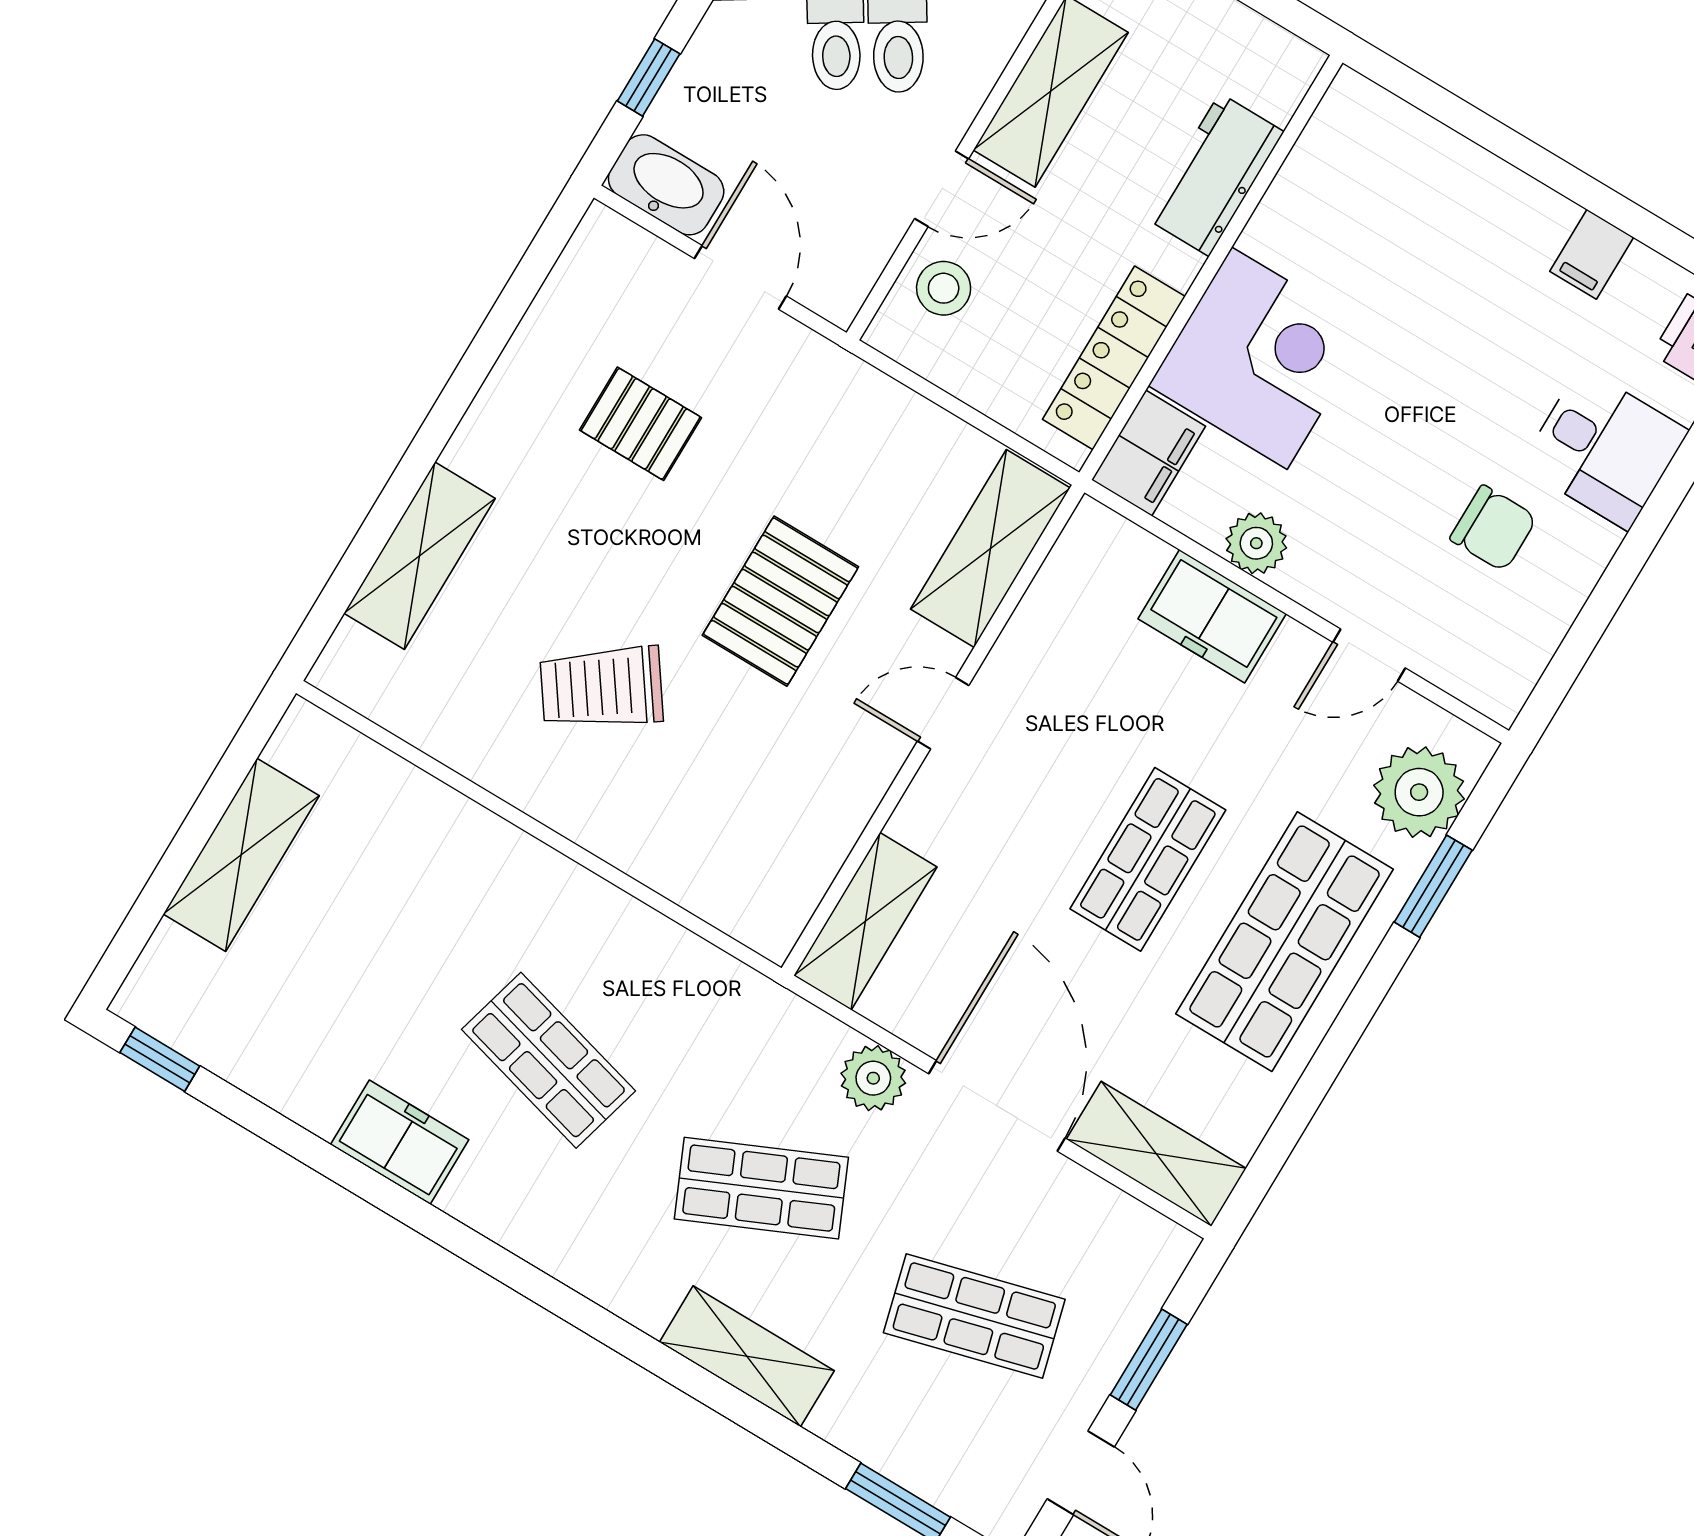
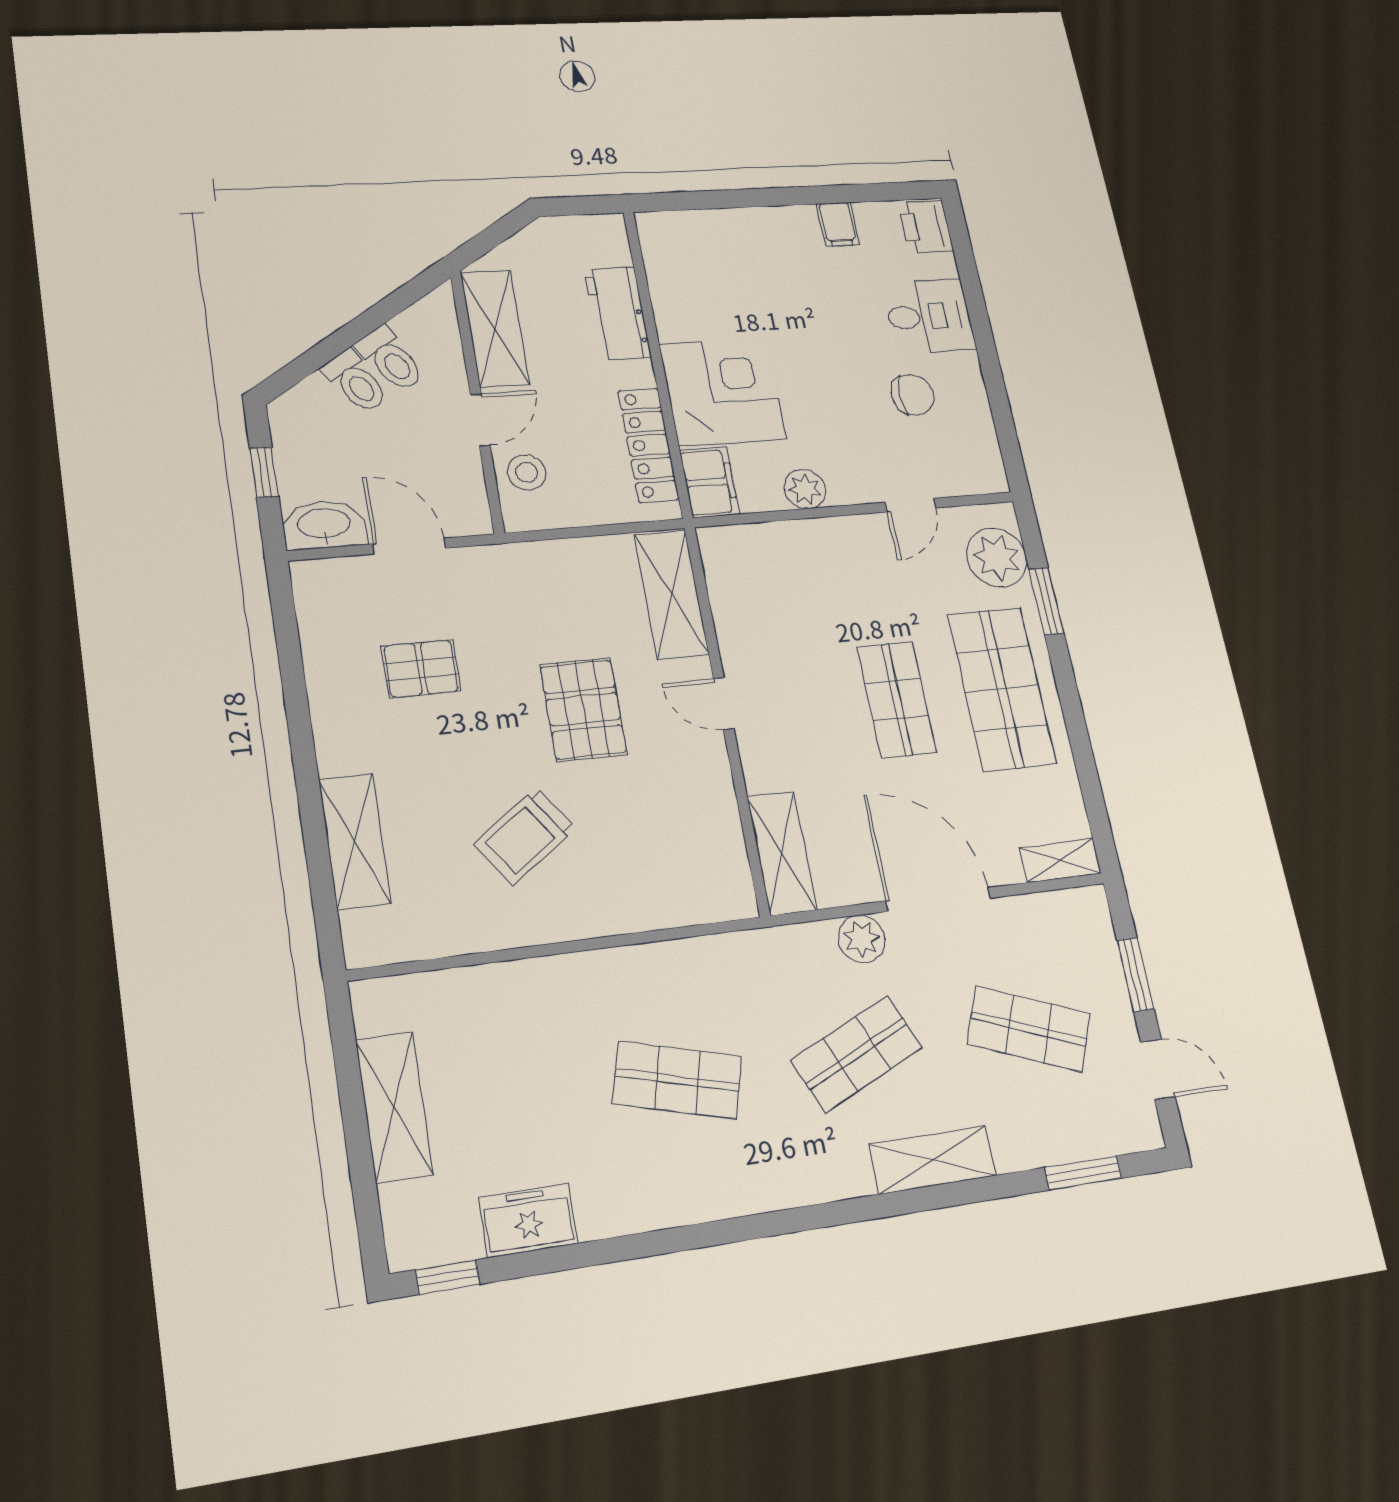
freezer: (1212, 616) -> (816, 544), removed
door: (943, 713) -> (724, 704), hinge flipped
freezer: (400, 1142) -> (528, 1220), moved
shelving: (1156, 1154) -> (1060, 861), width x0.67, depth x0.75
shop shelf: (974, 1316) -> (1029, 1029), turned 36

